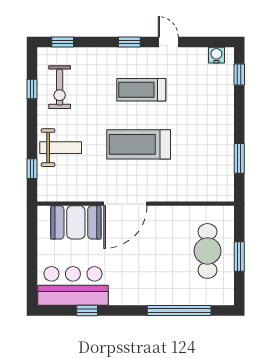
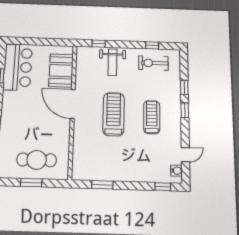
window: (63, 42) -> (184, 87), moved
door: (168, 42) -> (185, 155), moved

